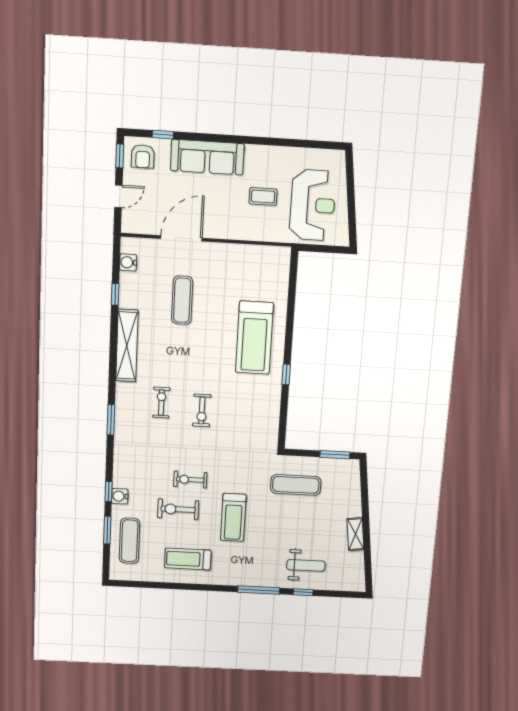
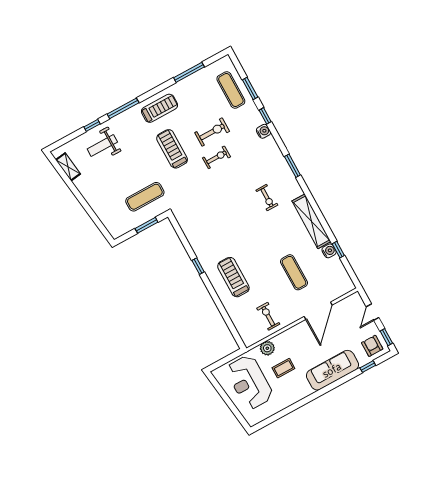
plant: (267, 232) -> (267, 348), added
water cooler: (128, 262) -> (329, 251), moved
treadmill: (254, 338) -> (233, 277), width x0.73, depth x0.73
exercise bike: (202, 410) -> (268, 316), moved
window: (335, 455) -> (146, 225), moved
water cooler: (120, 496) -> (264, 131), moved
shelving: (355, 534) -> (68, 167), moved
treadmill: (188, 559) -> (160, 108), moved
window: (164, 585) -> (189, 72), added

